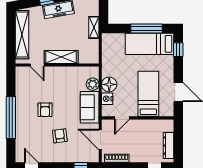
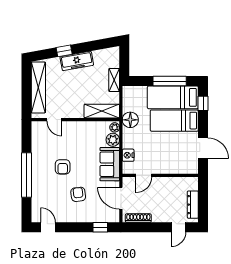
shelving: (61, 57) -> (102, 111), moved
plant: (94, 72) -> (115, 127), added
floor lamp: (109, 84) -> (130, 120), moved
bed: (148, 94) -> (174, 121), moved, turned -90

